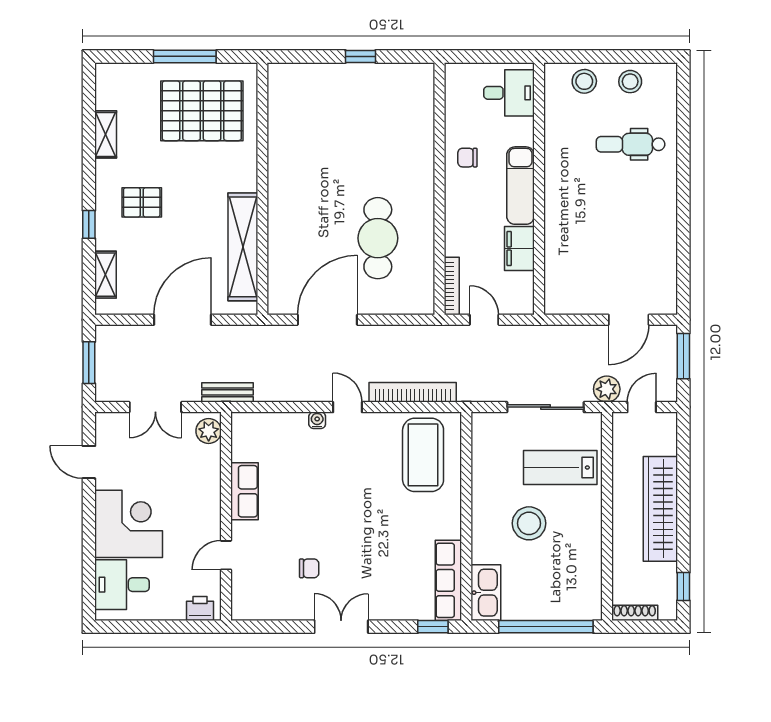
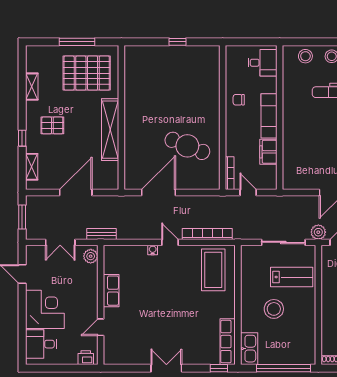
cafe table: (378, 238) -> (187, 146), turned -68
shelving: (243, 247) -> (110, 130), moved
lab bench: (560, 467) -> (292, 277), turned 180
chair: (309, 568) -> (148, 335), removed

